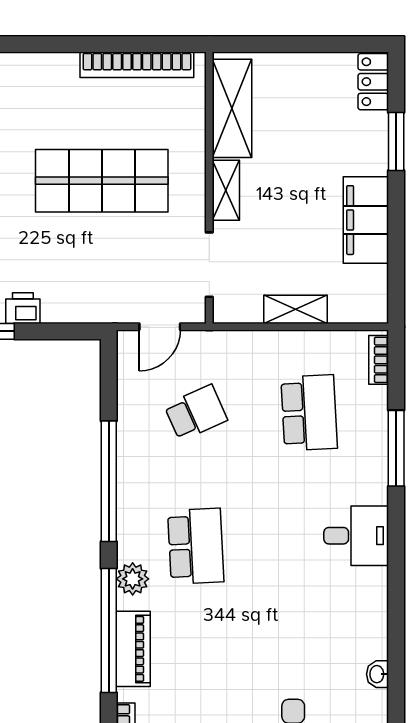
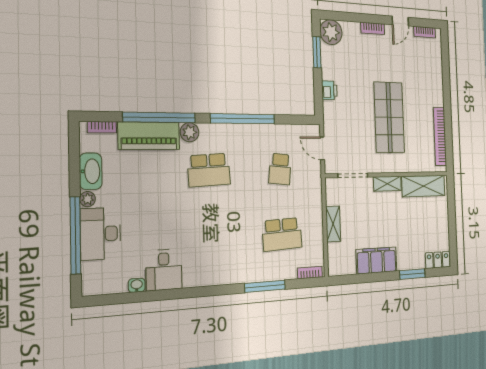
printer: (23, 308) -> (329, 90), moved
school desk: (196, 413) -> (280, 169), turned 30
desk: (356, 536) -> (164, 270), moved
piano: (133, 649) -> (149, 136), width x1.37, depth x1.33

